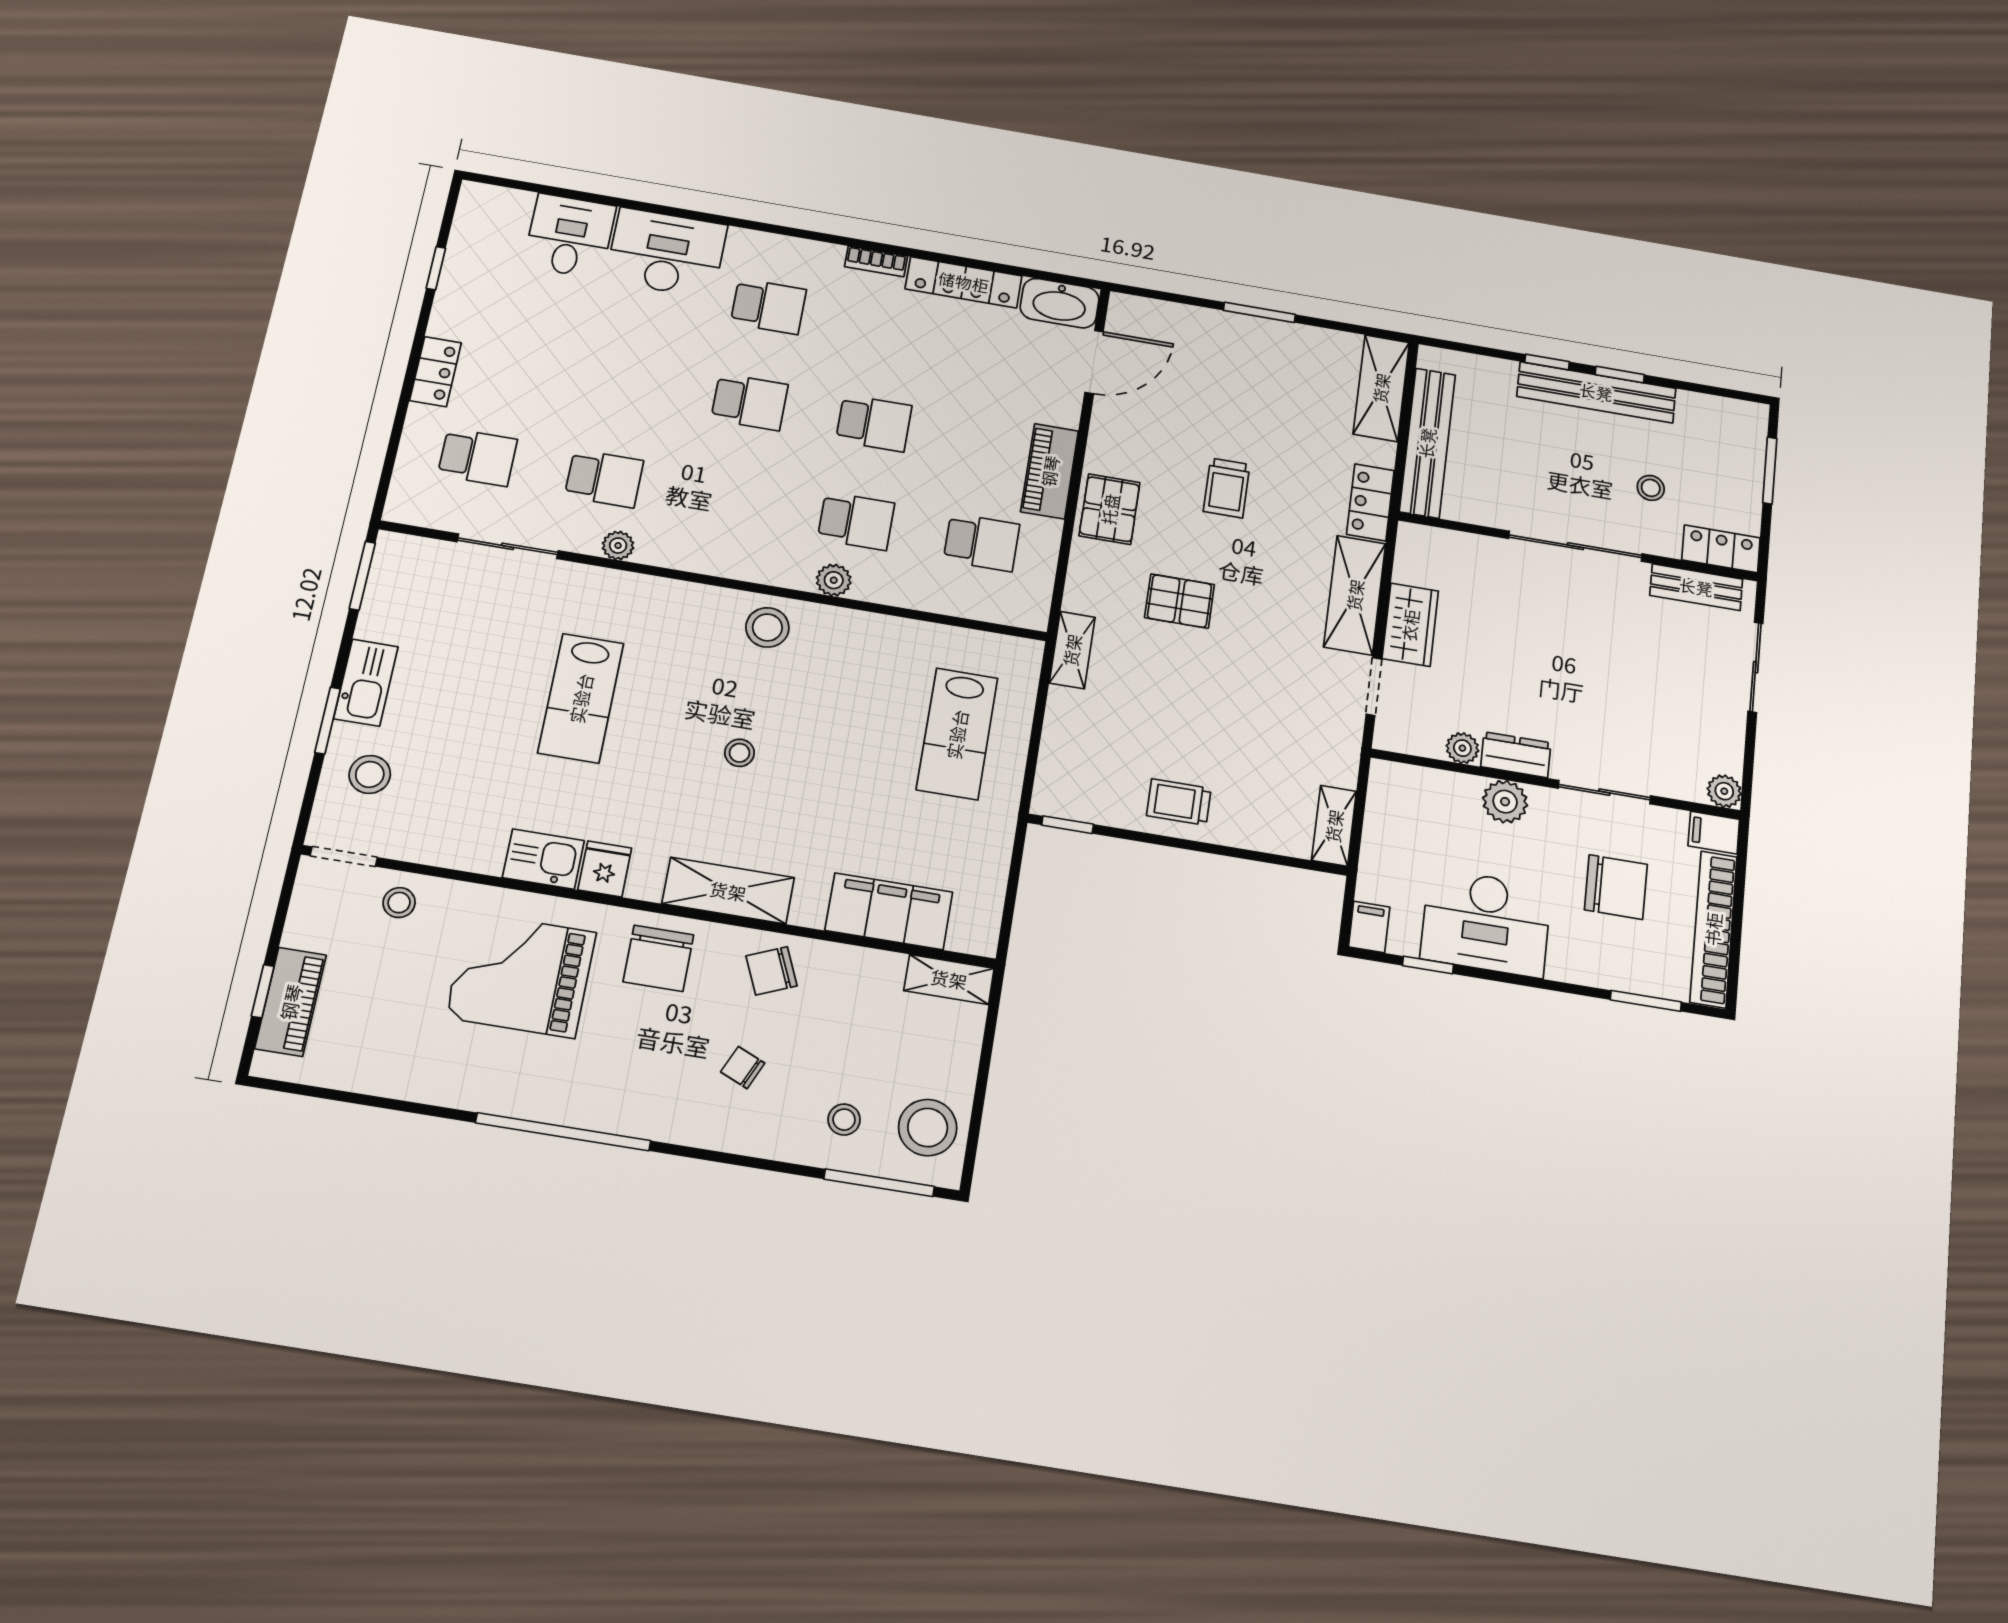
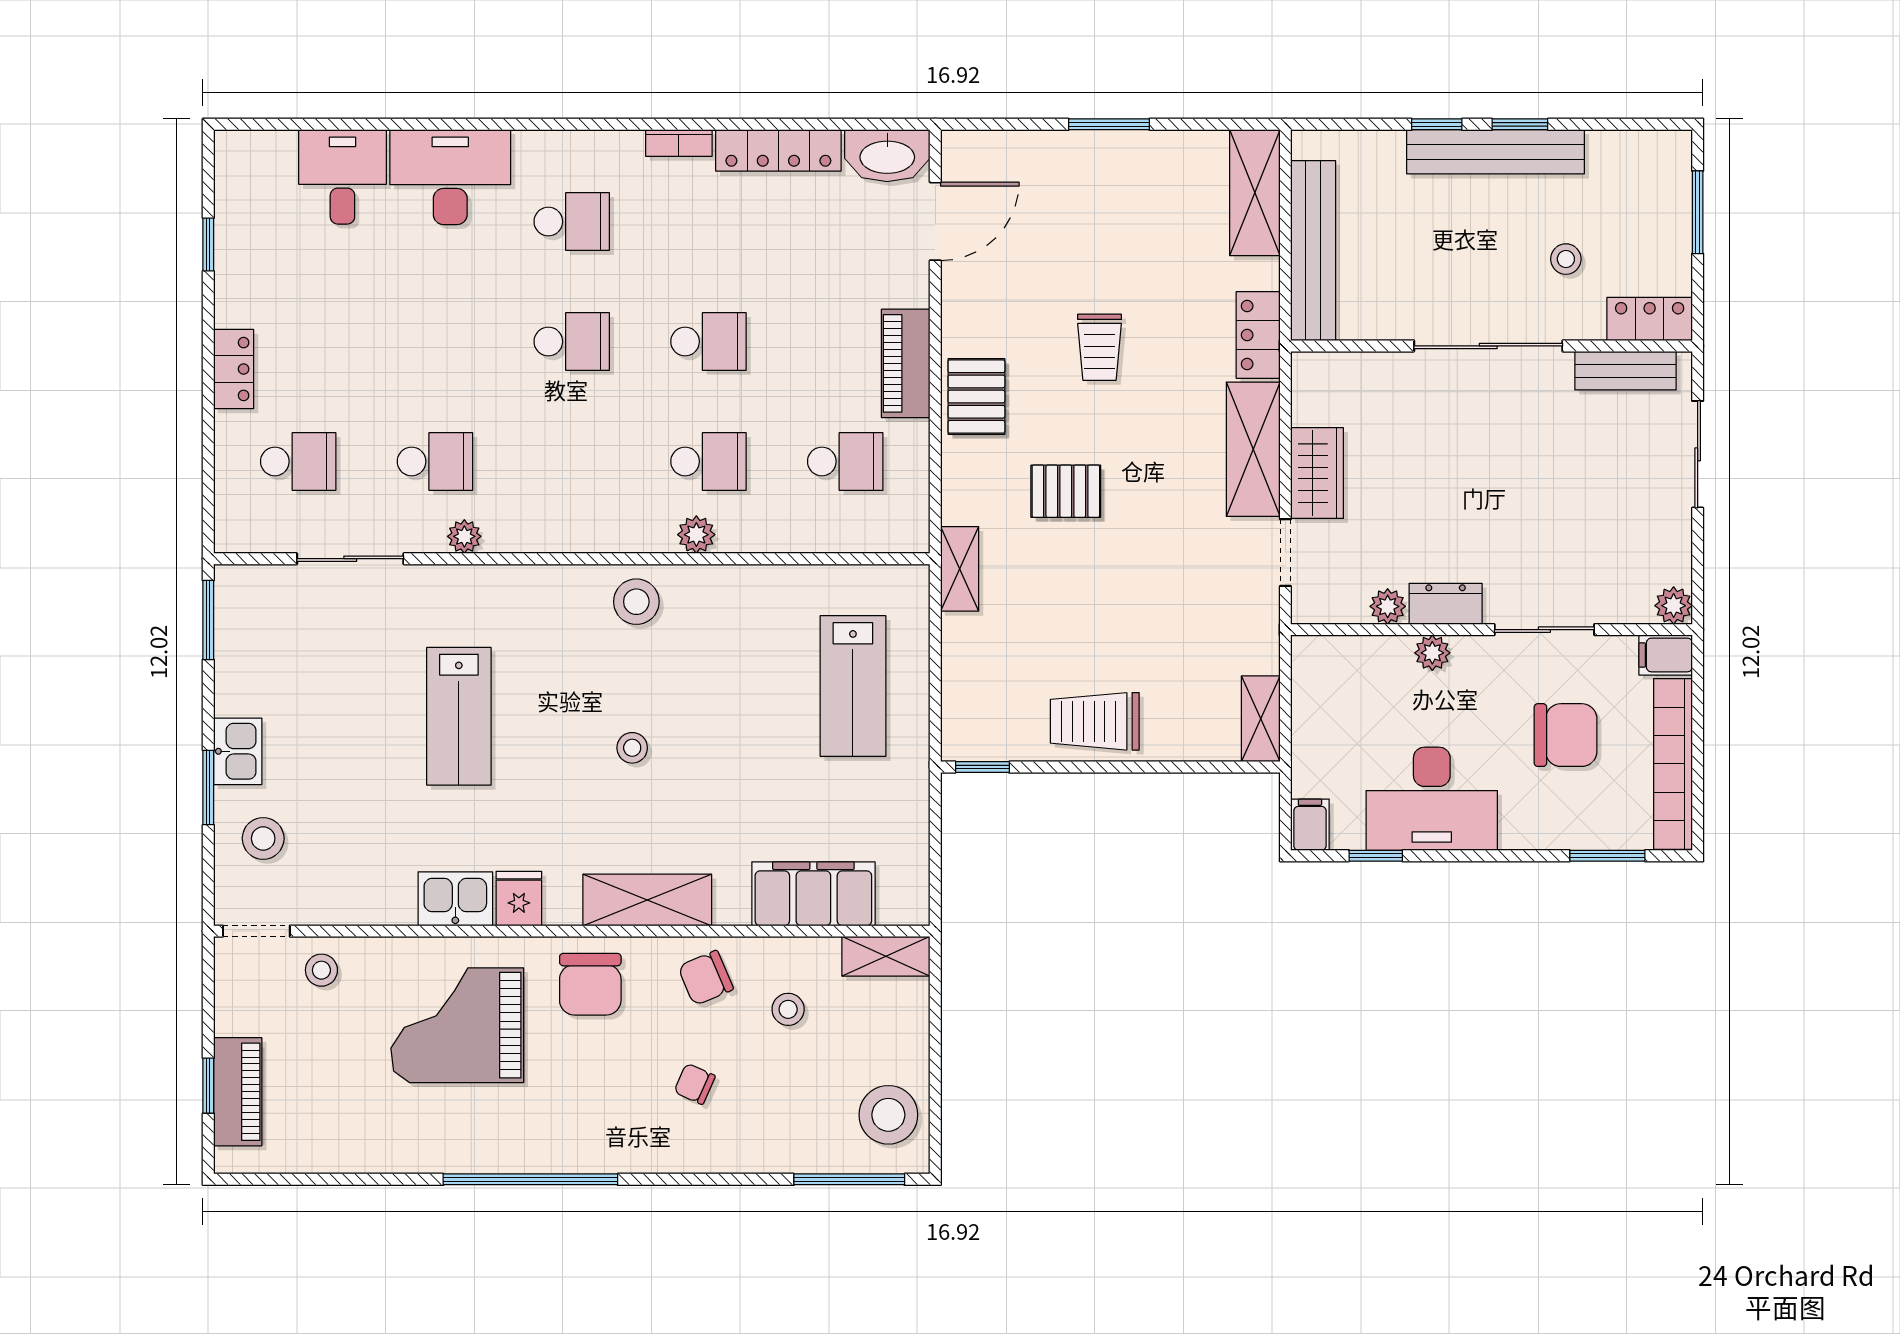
kitchen sink: (366, 683) -> (238, 751), width x0.73
trolley: (1179, 802) -> (1095, 721), width x1.36, depth x1.39
plant: (1505, 802) -> (1432, 653), width x0.73, depth x0.73
stool: (844, 1120) -> (788, 1009), moved

